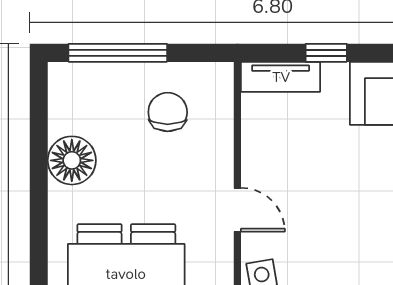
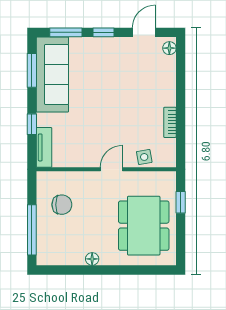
chair: (168, 112) -> (62, 205), turned 180
floor lamp: (72, 160) -> (92, 259), width x0.53, depth x0.53

